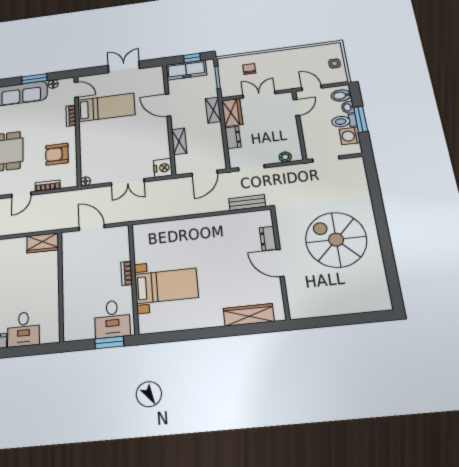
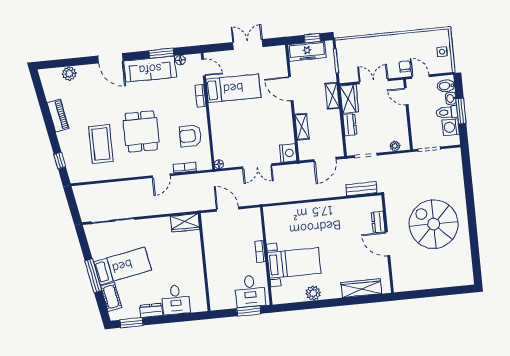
chair: (249, 69) -> (405, 66), moved
door: (296, 107) -> (406, 96), swing flipped
plant: (189, 321) -> (313, 293), added

